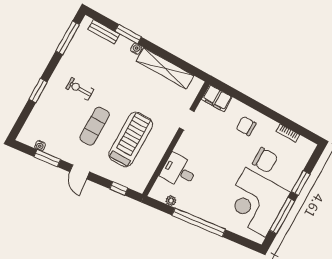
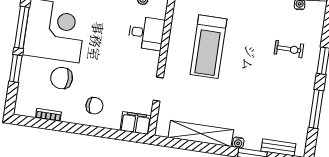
window: (68, 38) -> (316, 109), moved
exercise bike: (80, 89) -> (289, 49), moved
exercise mat: (95, 126) -> (251, 46), removed

